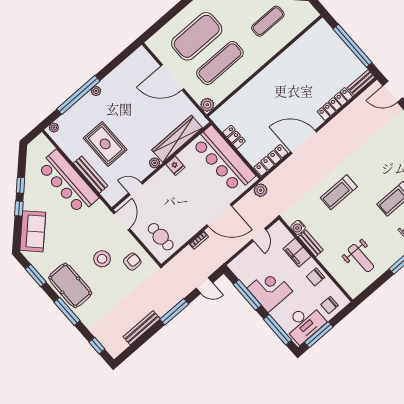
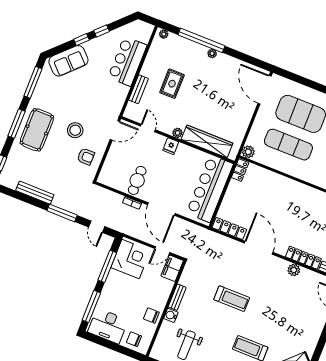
door: (172, 77) -> (265, 90), moved
locker: (234, 137) -> (240, 170), moved
rug: (105, 144) -> (172, 84), width x0.73, depth x0.70
fridge: (175, 166) -> (171, 146), moved
bench: (91, 175) -> (138, 89), width x0.73
bar counter: (68, 182) -> (127, 61), width x0.73
plant: (260, 190) -> (294, 270), moved
treadmill: (339, 192) -> (232, 299), turned 180
water cooler: (298, 227) -> (171, 315), moved
cafe table: (161, 237) -> (137, 180), moved
filing cabinet: (297, 253) -> (172, 268), moved
window: (36, 276) -> (33, 82), width x1.44
pool table: (70, 285) -> (37, 130), moved
corner desk: (270, 290) -> (131, 259), moved
window: (319, 335) -> (105, 343), removed

